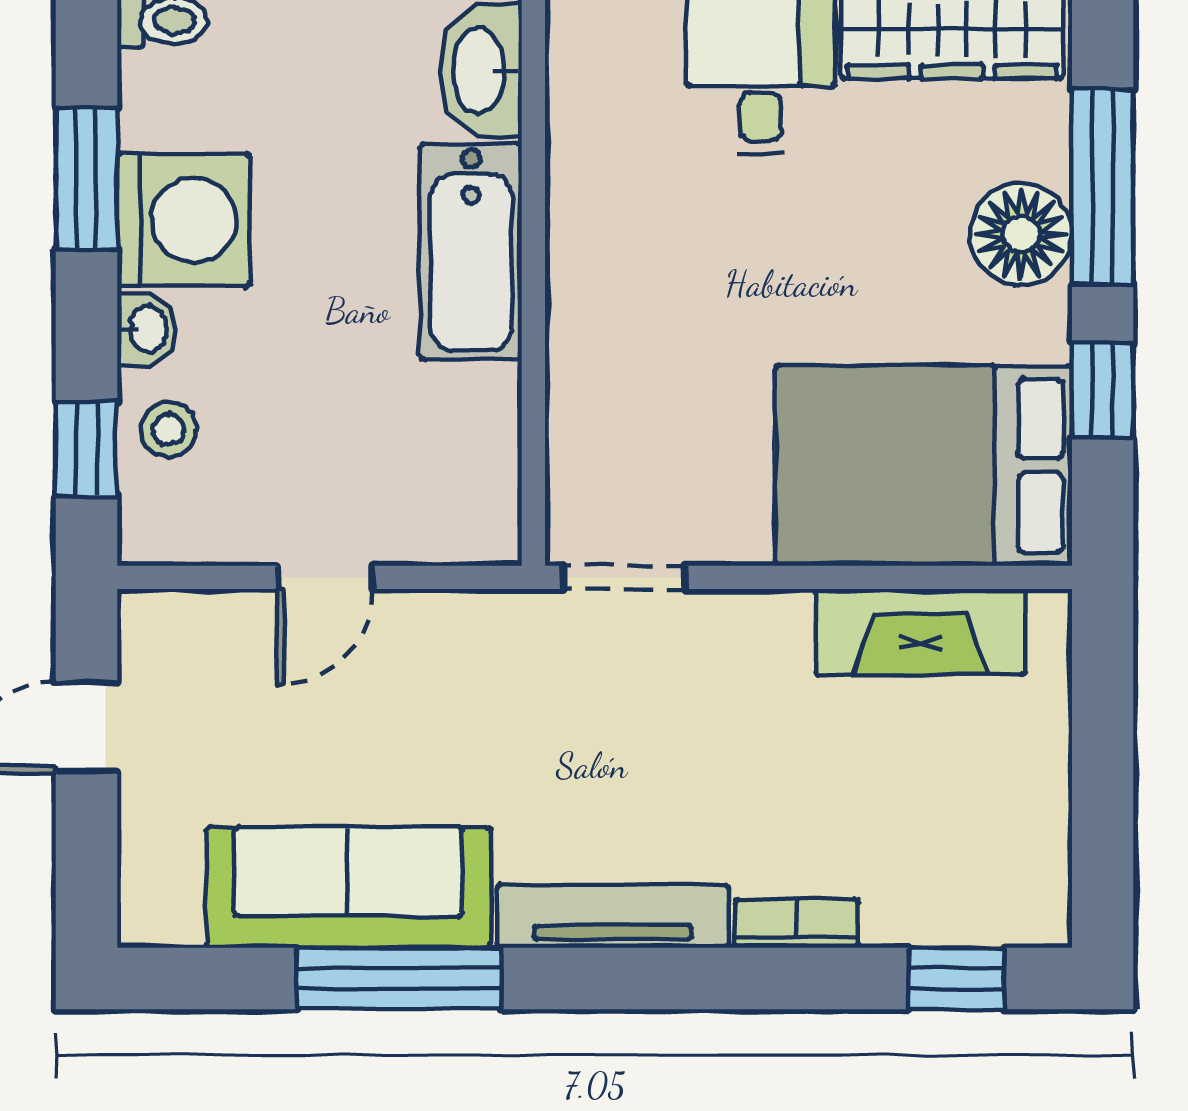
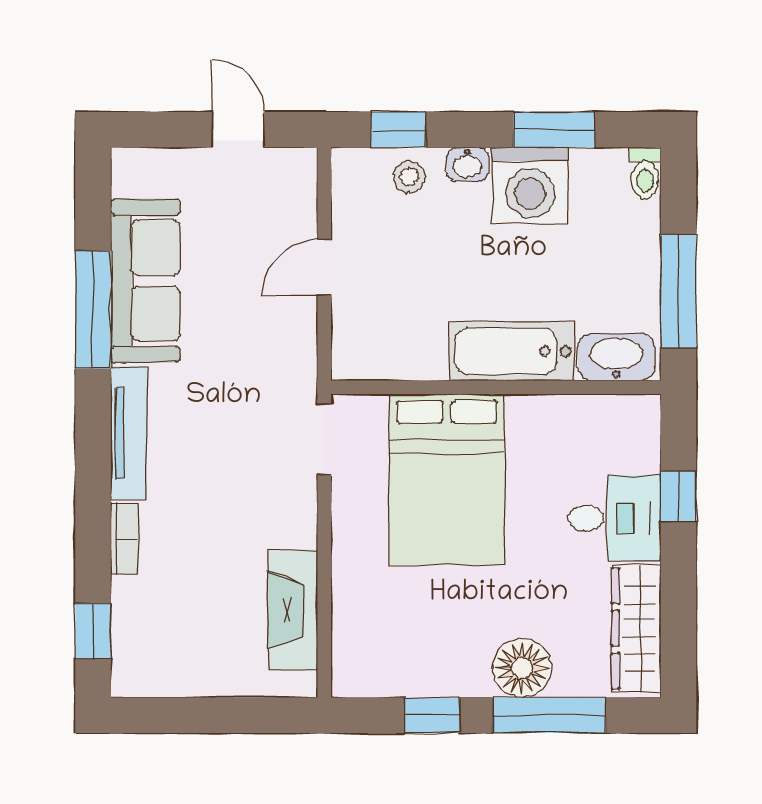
bed: (923, 466) -> (447, 479), moved, turned 180
door: (325, 577) -> (324, 267), hinge flipped

